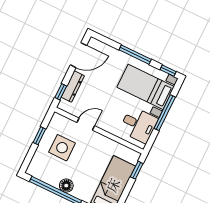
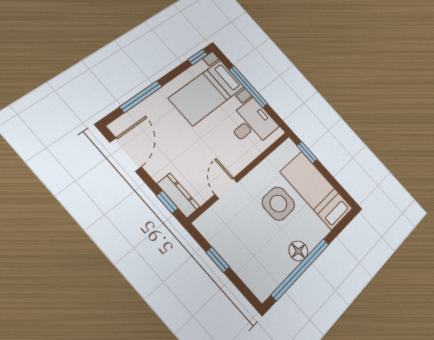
window: (135, 55) -> (141, 96), moved
dresser: (73, 86) -> (178, 195), moved
side table: (62, 148) -> (278, 204), moved

